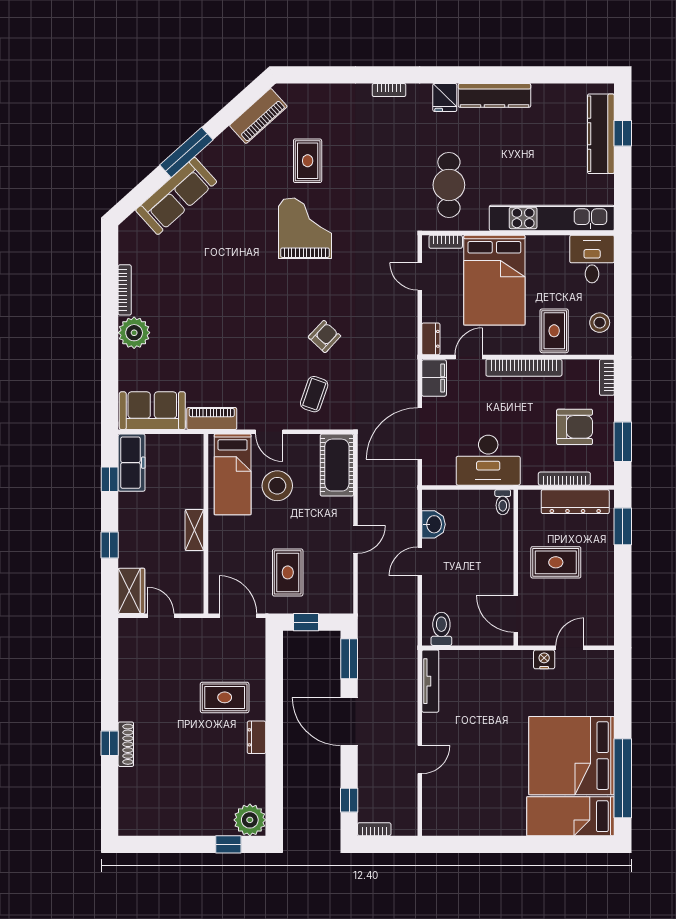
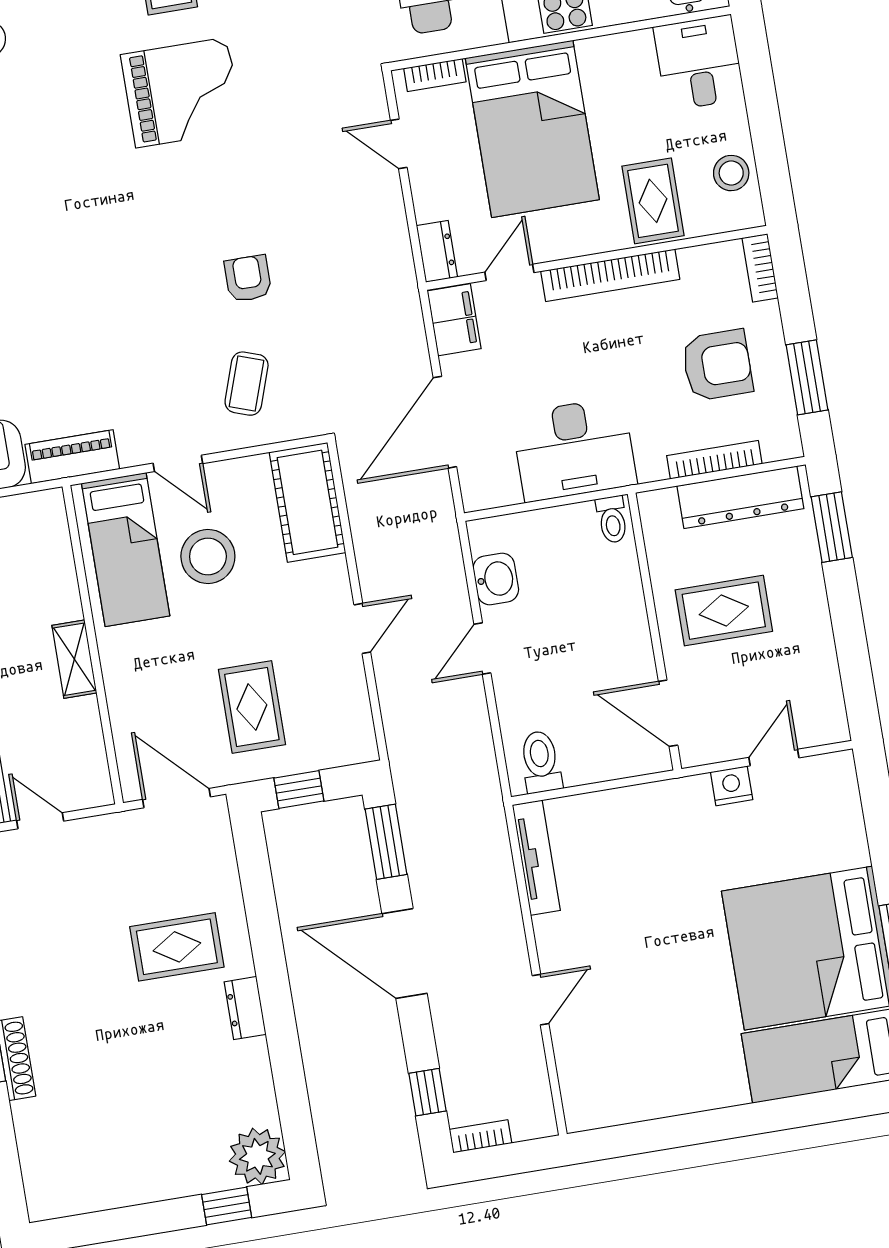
grand piano: (305, 228) -> (182, 92), turned 90
armchair: (324, 337) -> (248, 278), turned -43

